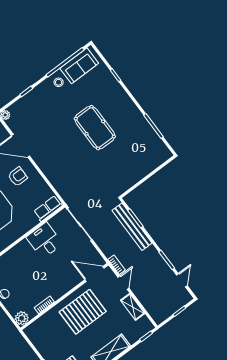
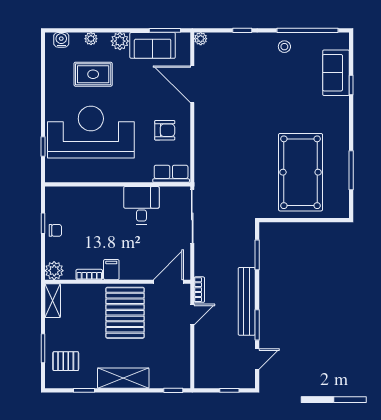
sofa: (79, 66) -> (336, 73), moved, turned 90
pool table: (95, 128) -> (301, 172), moved, width x1.36, depth x1.32
armchair: (18, 177) -> (165, 130), moved
bench: (132, 227) -> (247, 301), moved
door: (95, 274) -> (168, 282), hinge flipped
filing cabinet: (55, 292) -> (111, 270), added
shelving: (133, 307) -> (53, 301), moved
pallet: (83, 312) -> (125, 313), turned 90

